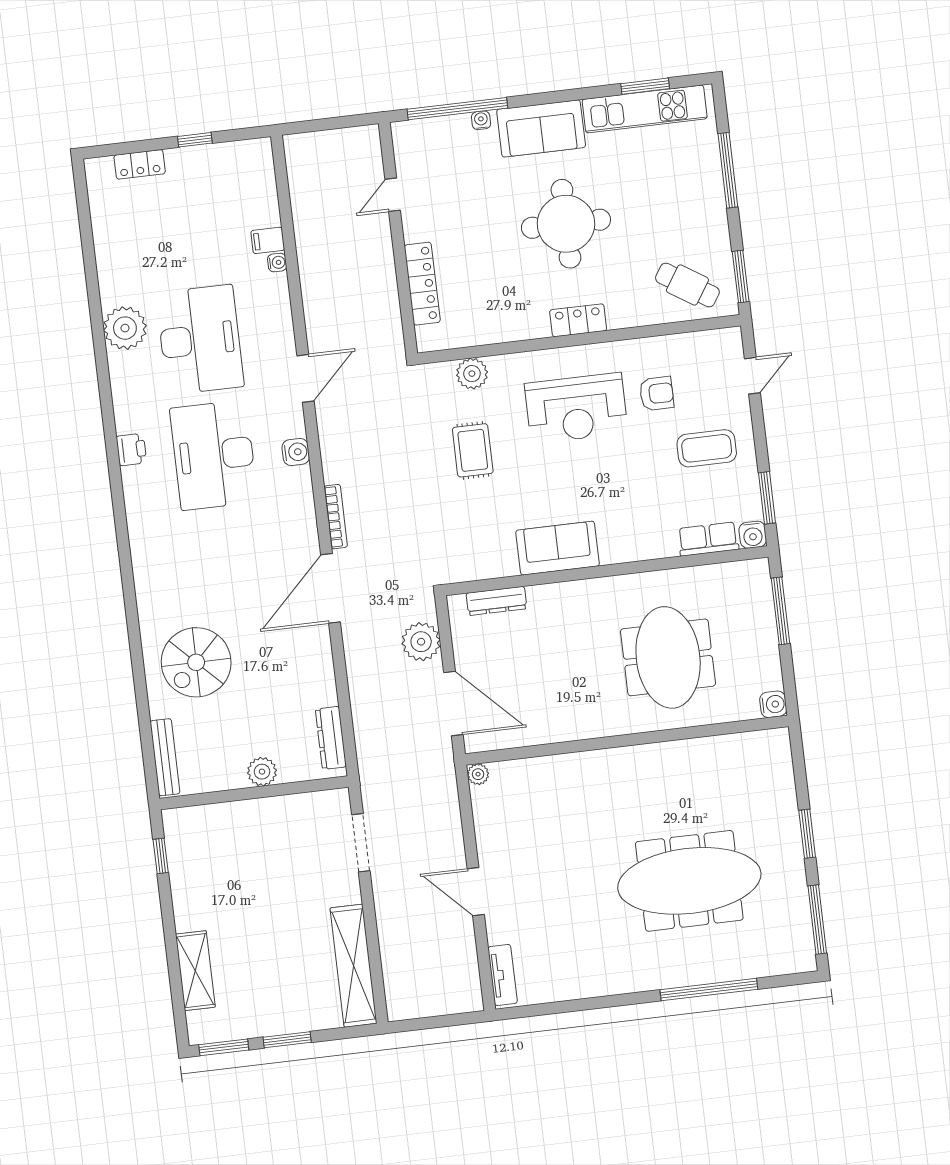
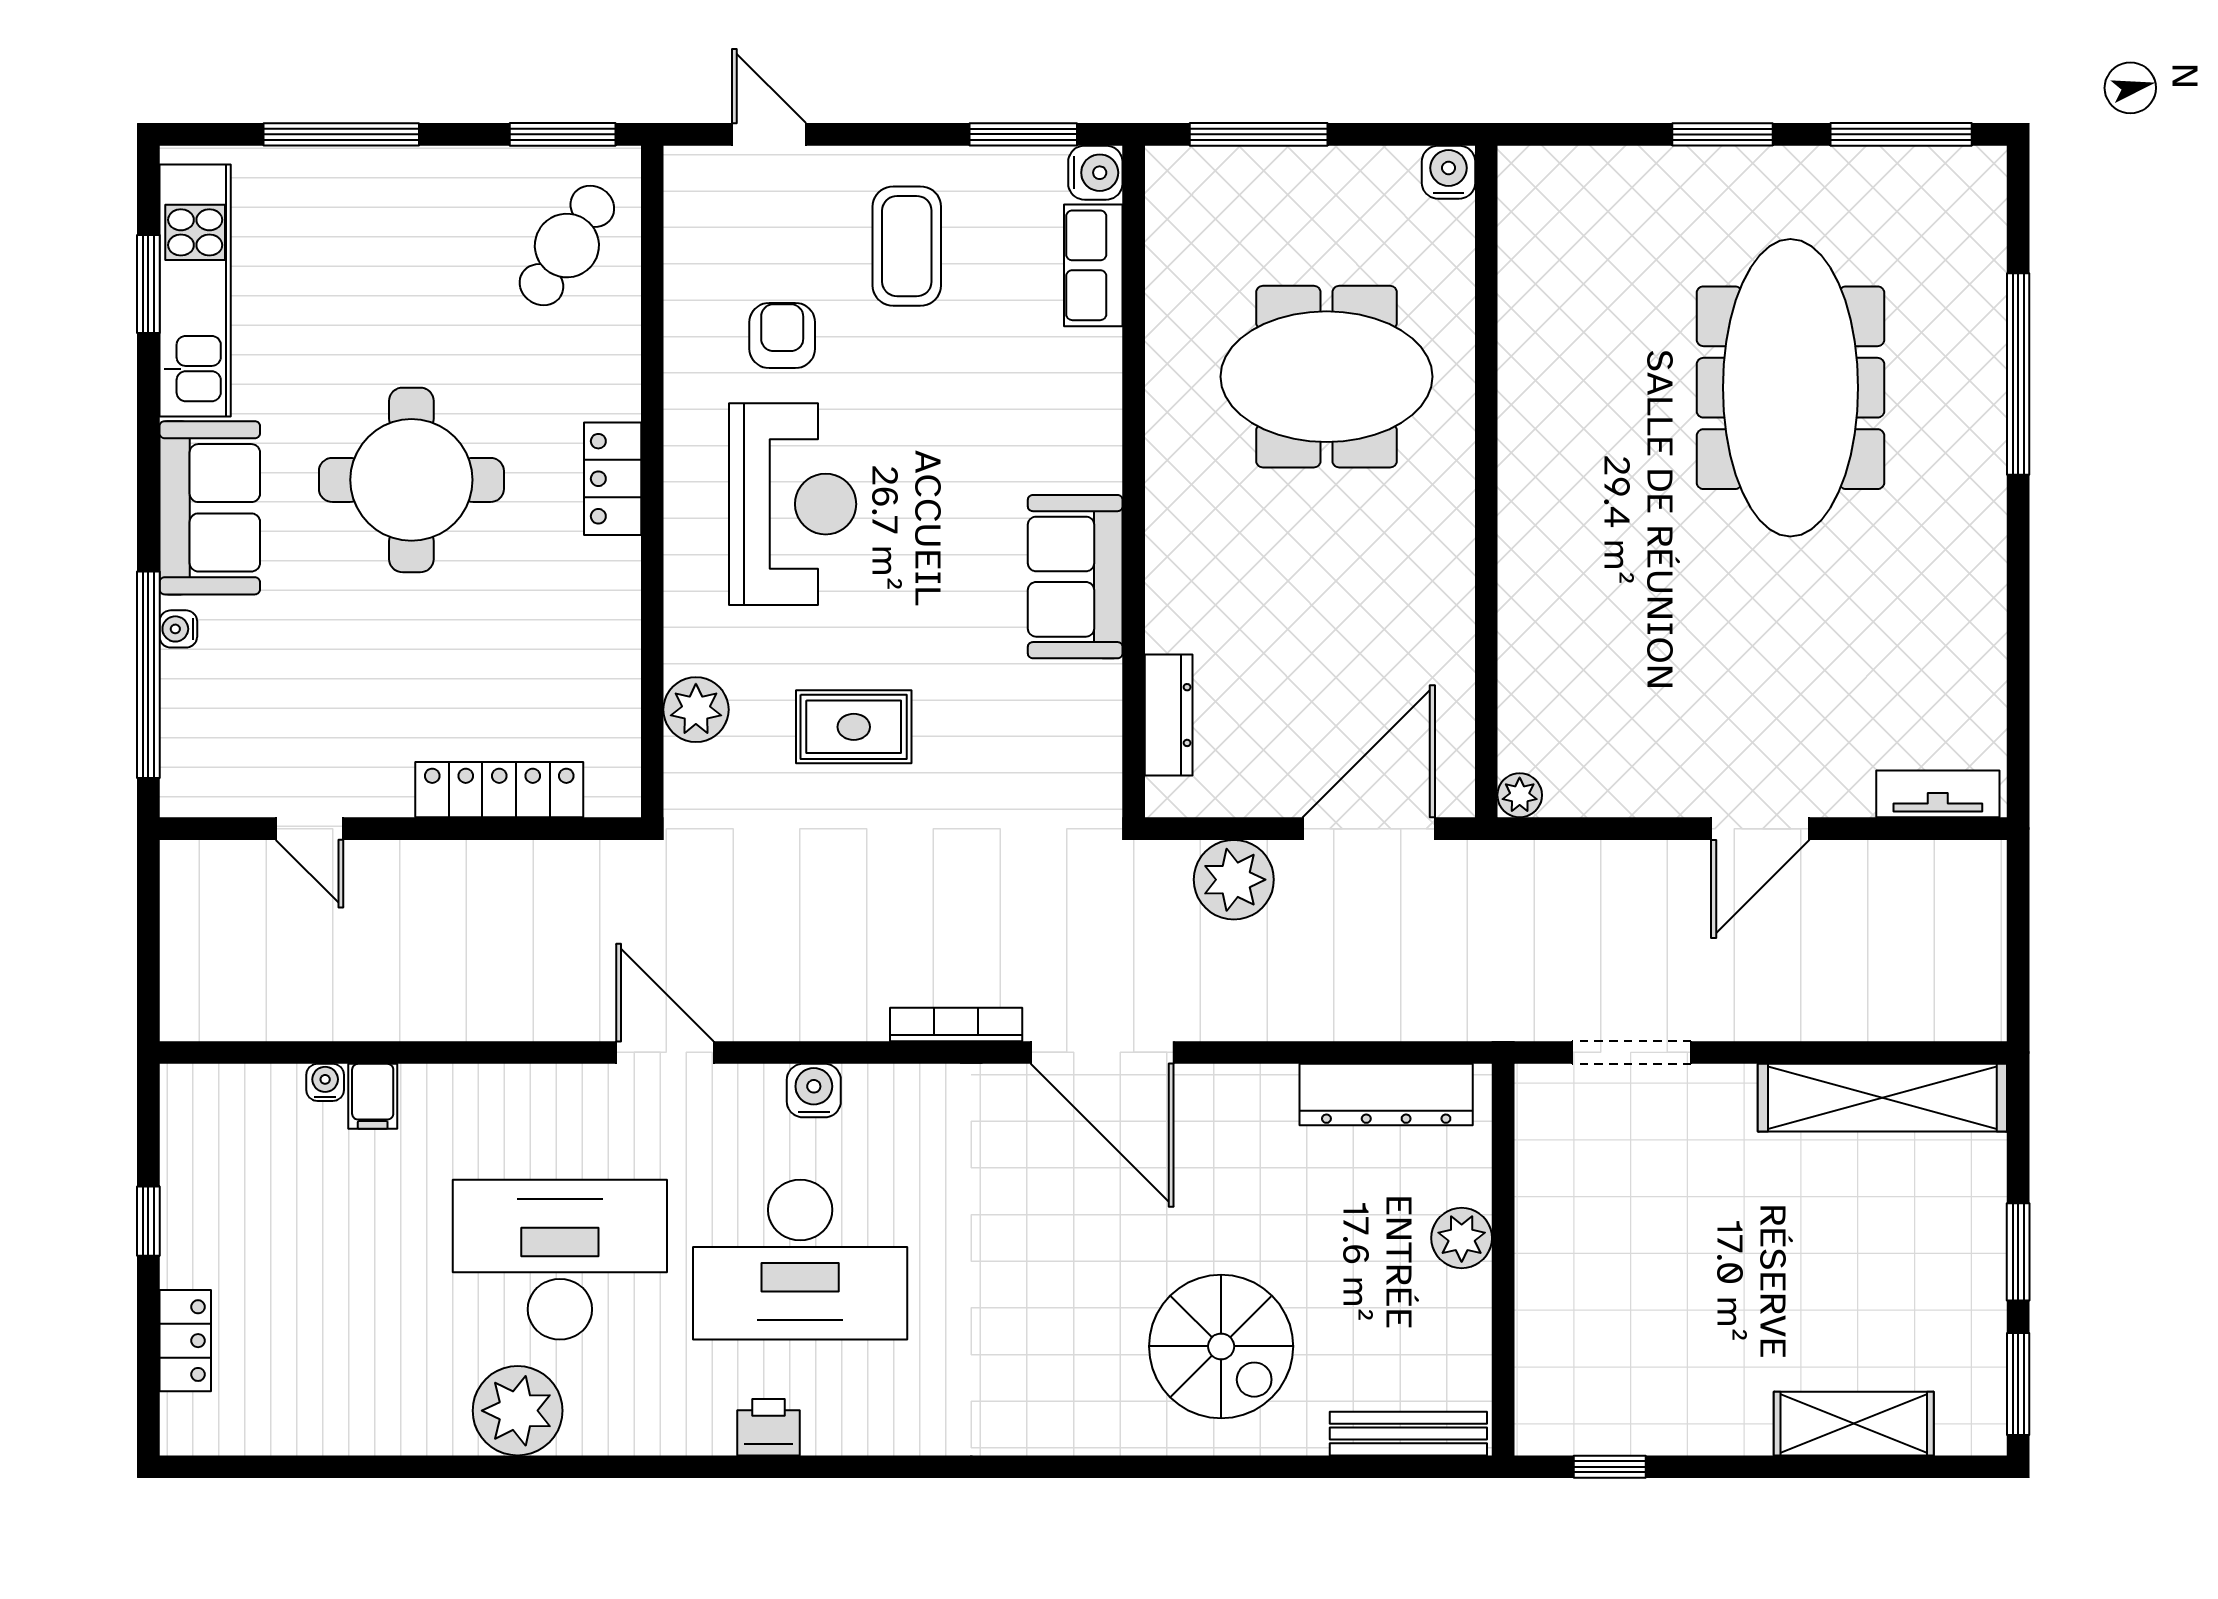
water cooler: (277, 263) -> (325, 1082), moved
dresser: (331, 738) -> (1386, 1095), width x1.37, depth x1.24

